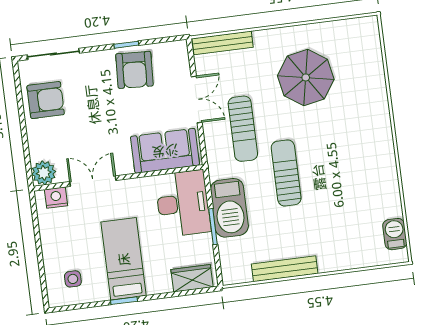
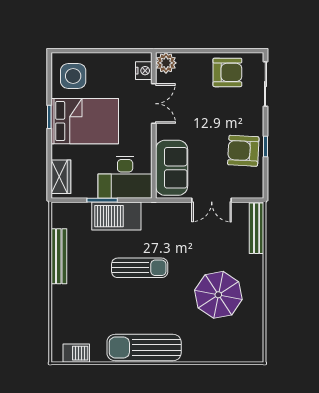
armchair: (46, 100) -> (227, 72), turned -90
sun lounger: (243, 129) -> (144, 347), moved, width x1.36, depth x1.34
bed: (124, 259) -> (85, 121), width x1.50
side table: (73, 279) -> (73, 76), width x1.87, depth x1.87

